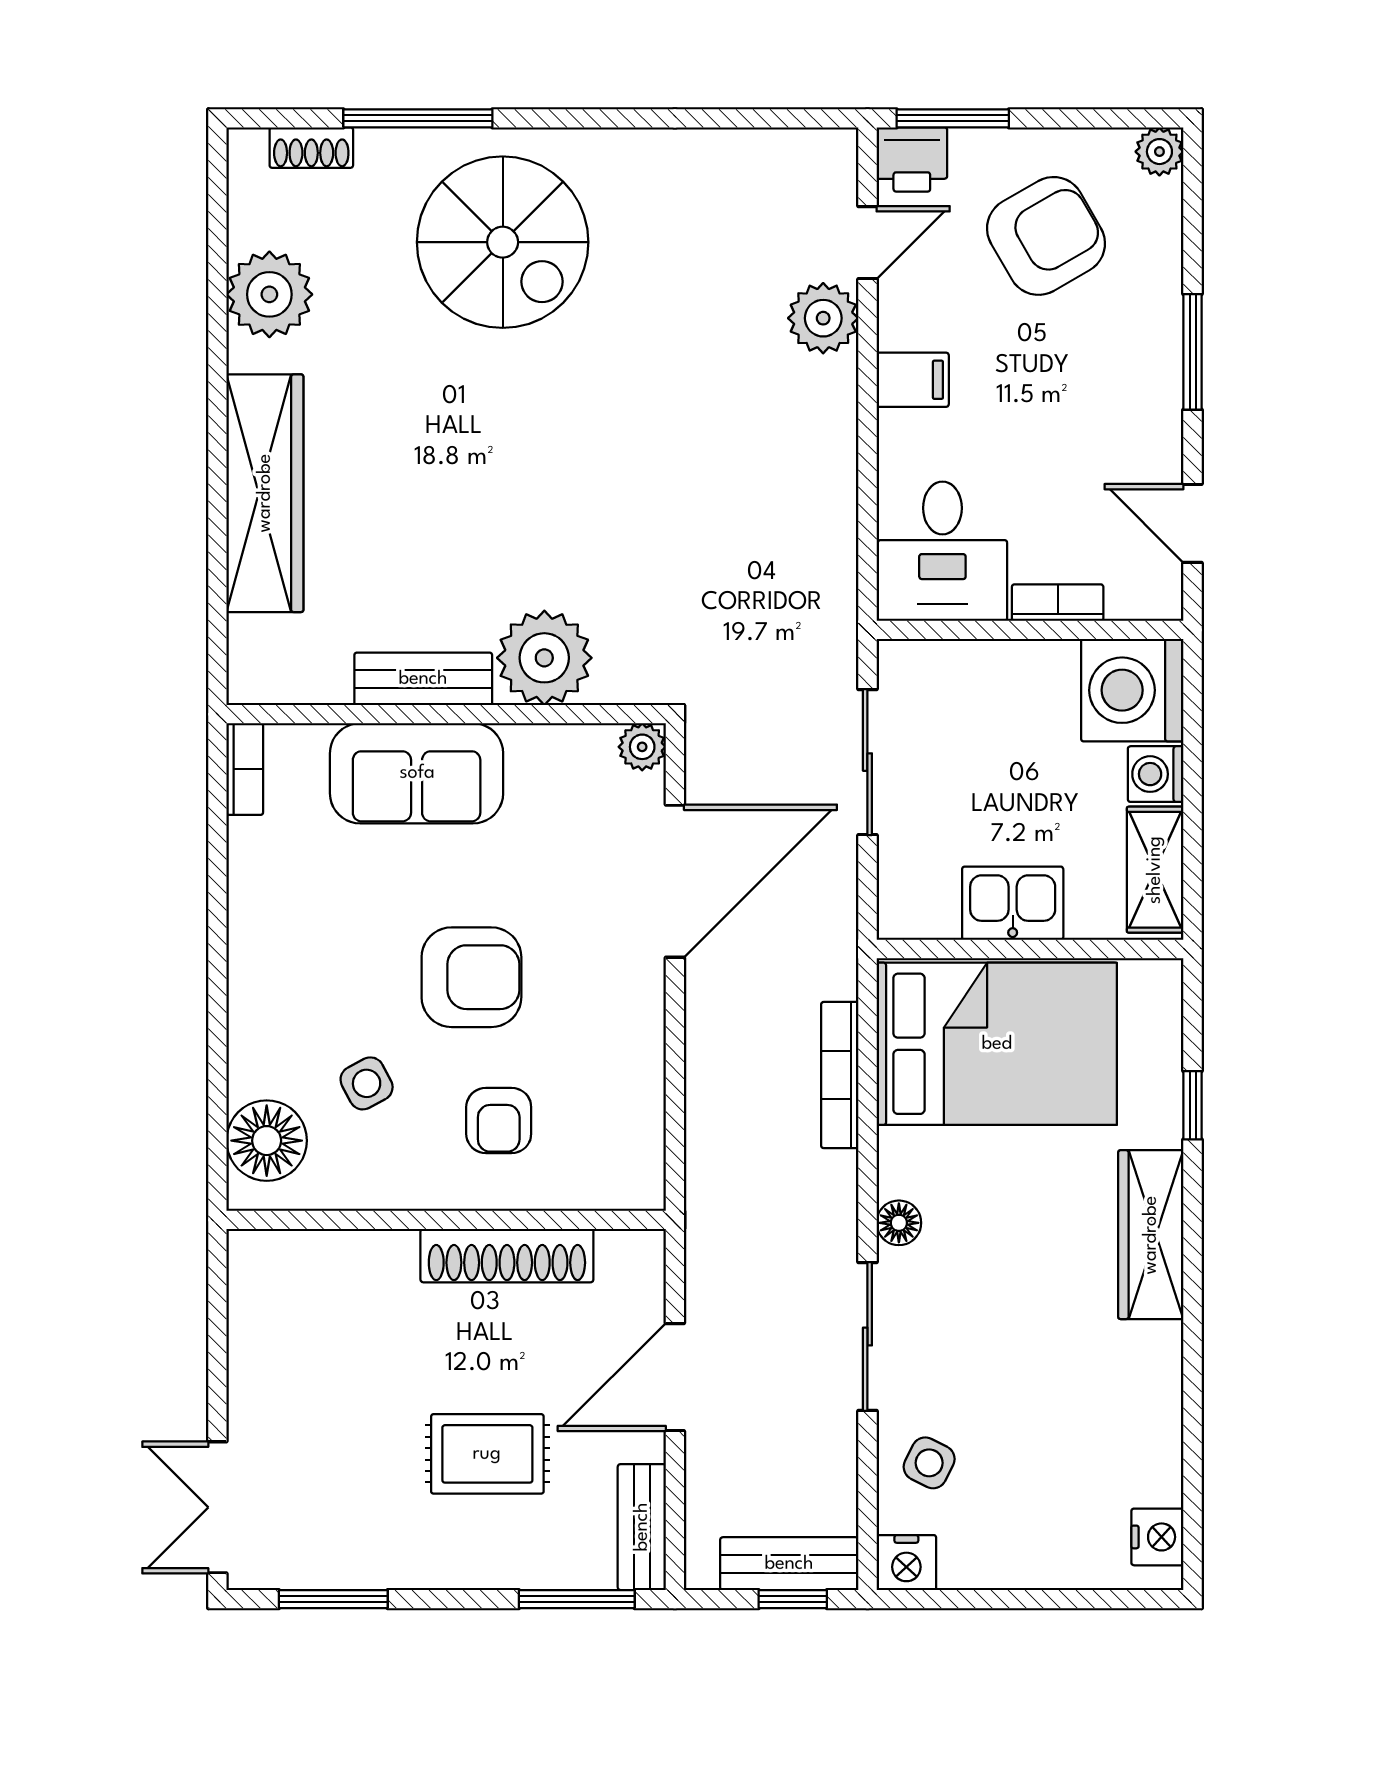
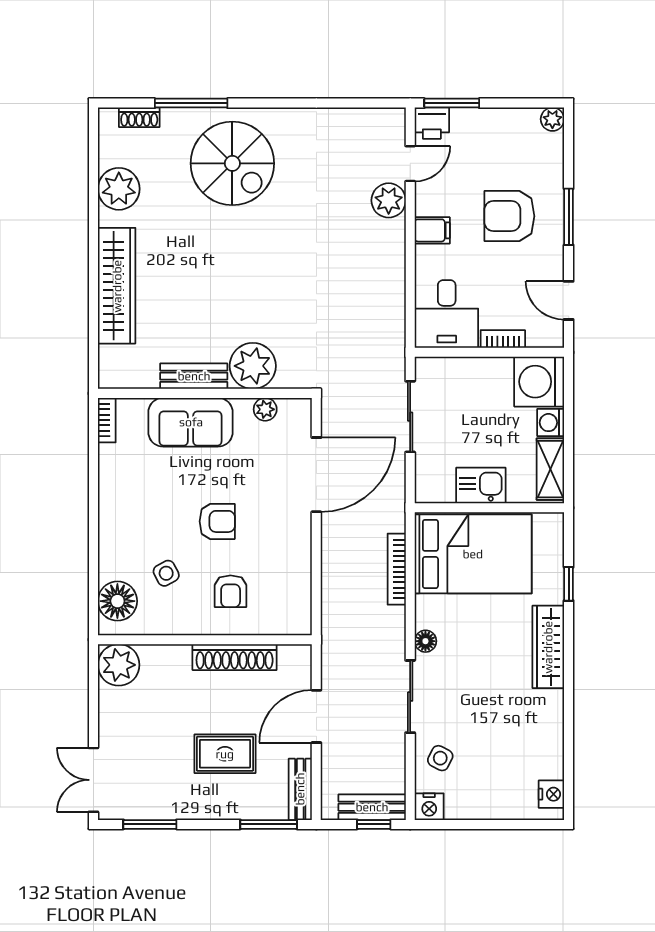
armchair: (1046, 236) -> (509, 216), moved, turned -150
plant: (642, 747) -> (265, 409), moved
armchair: (471, 977) -> (217, 521), width x0.72, depth x0.72
plant: (269, 1272) -> (119, 665), added

